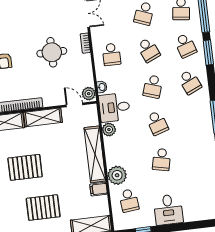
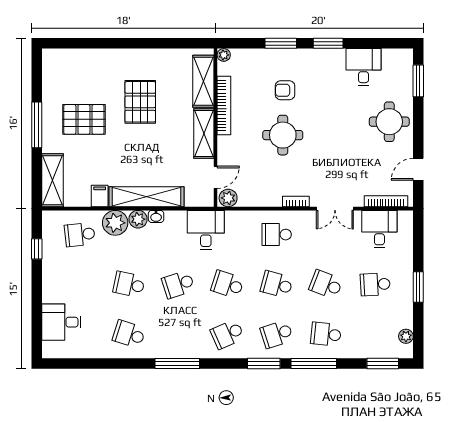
school desk: (148, 50) -> (277, 284), turned 39
round table: (52, 52) -> (283, 135), moved
washbasin: (102, 87) -> (156, 216), moved
plant: (109, 130) -> (138, 219), moved
school desk: (198, 155) -> (129, 334), added
pallet: (43, 208) -> (84, 119), turned 90
desk: (168, 210) -> (61, 322), moved

